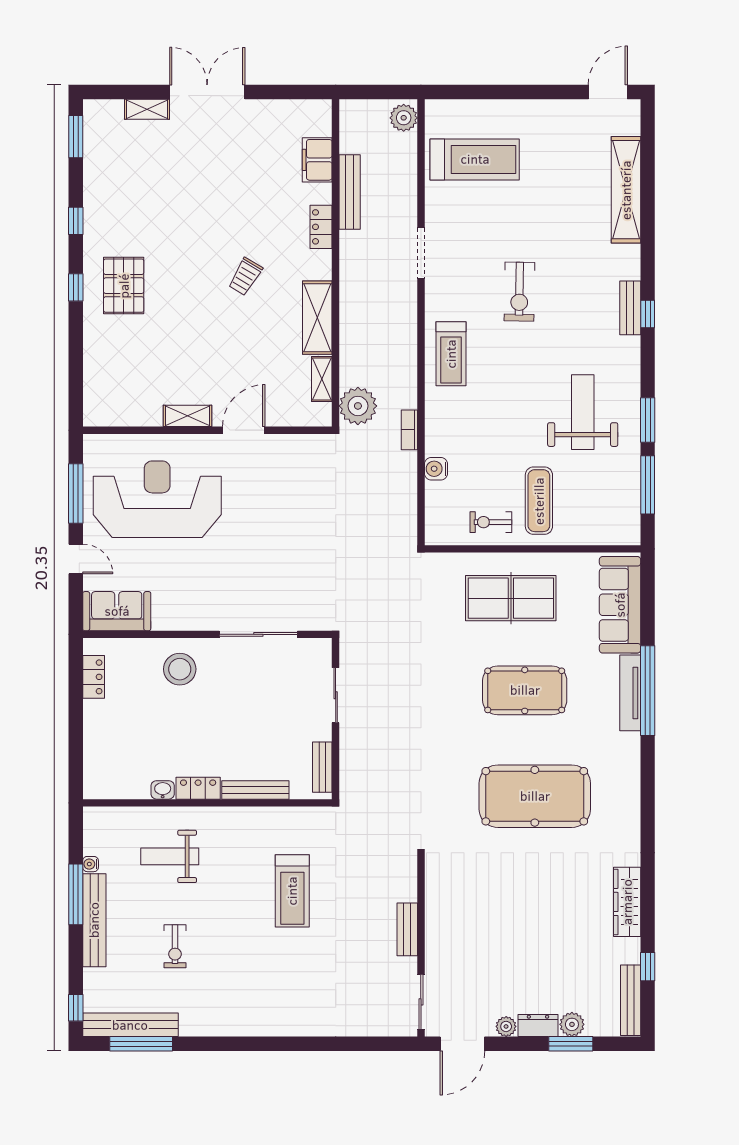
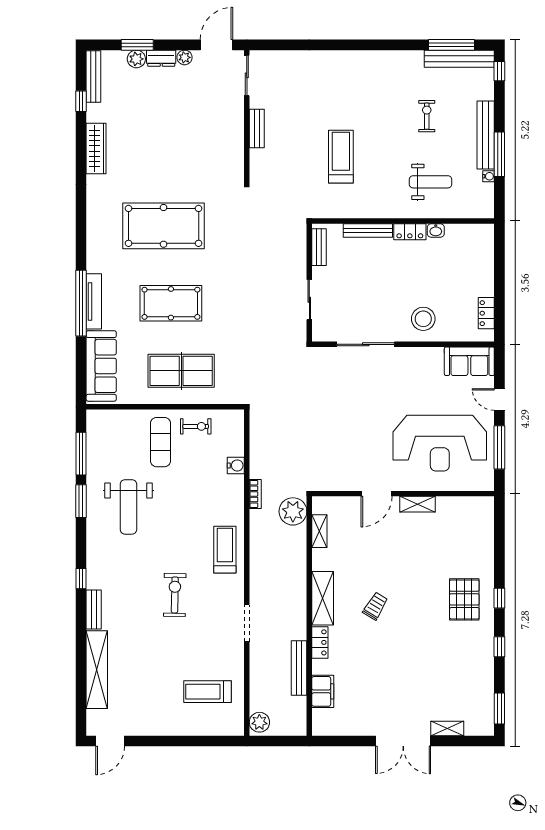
treadmill: (475, 159) -> (208, 692), width x0.73, depth x0.73
bench: (630, 308) -> (94, 609), moved
shelving: (317, 318) -> (323, 598), moved

